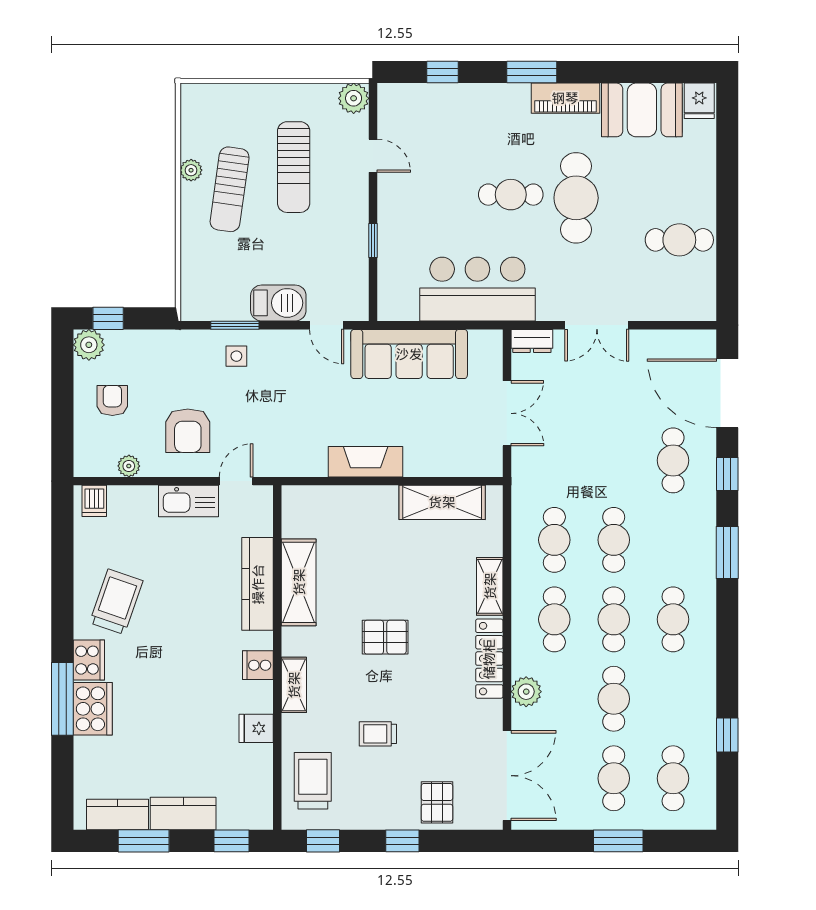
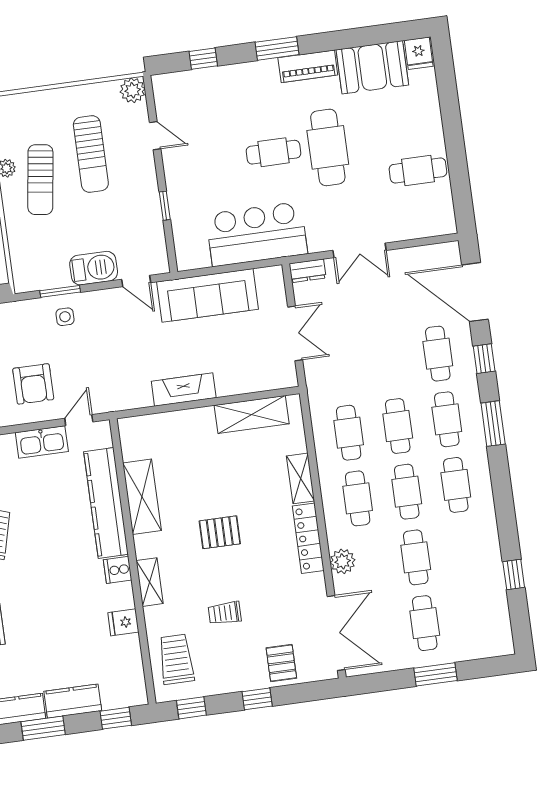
kitchen counter: (258, 584) -> (106, 503), width x1.39, depth x1.17
cafe table: (673, 778) -> (447, 419), moved

